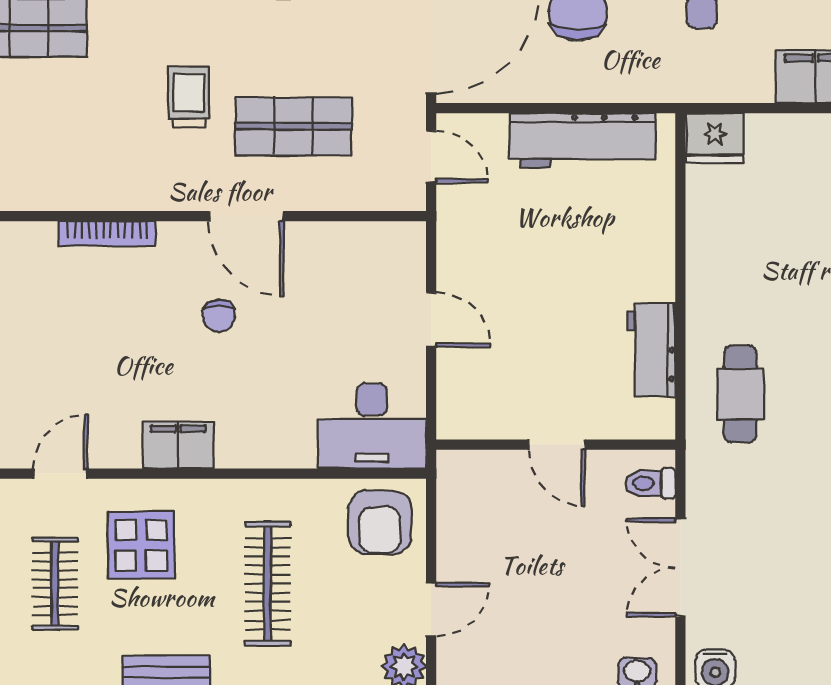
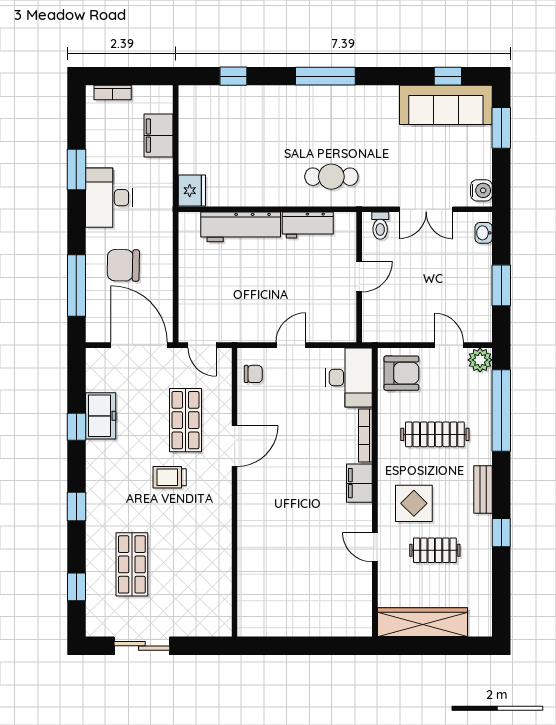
workbench: (583, 141) -> (241, 227), moved, turned 90
door: (431, 157) -> (202, 345), swing flipped
bookcase: (107, 234) -> (365, 435), moved, turned 180
chair: (219, 316) -> (253, 374), moved

